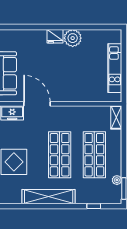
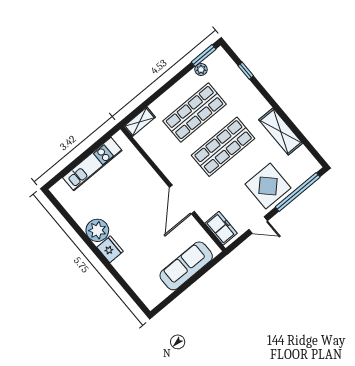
door: (37, 104) -> (182, 199), moved
shelving: (49, 197) -> (281, 132), width x0.68

